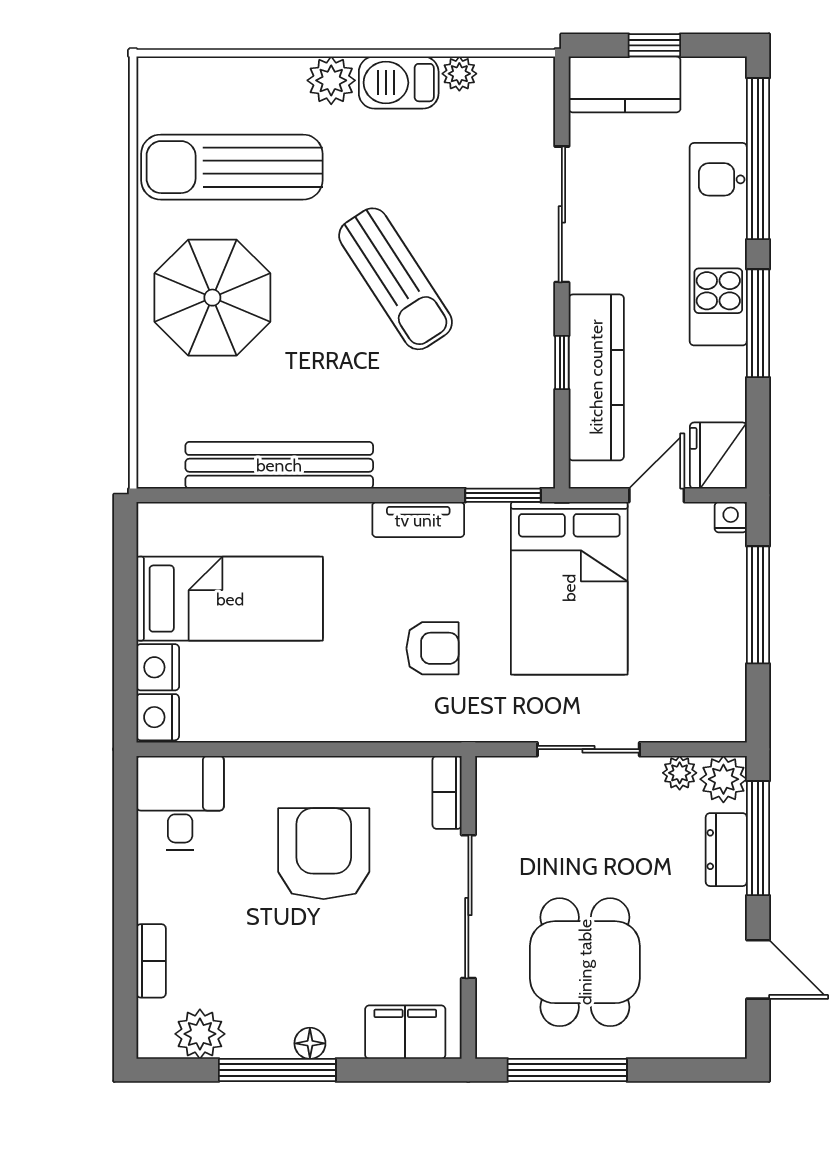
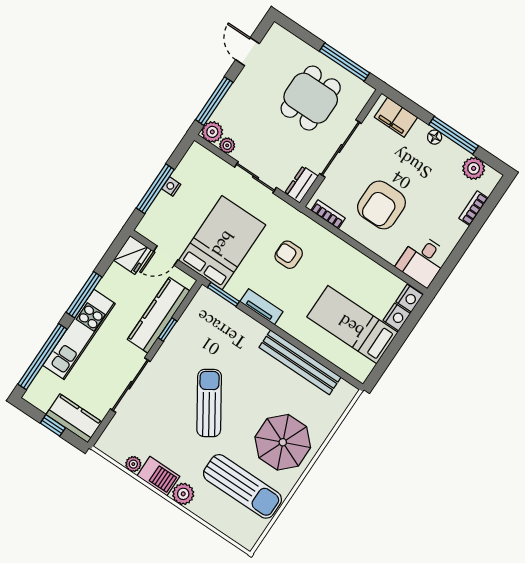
nightstand: (731, 517) -> (171, 186), moved, turned 90
bookcase: (447, 792) -> (328, 214), moved, turned -90
dresser: (726, 850) -> (301, 185), moved, turned 180

